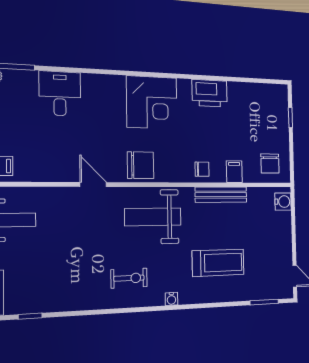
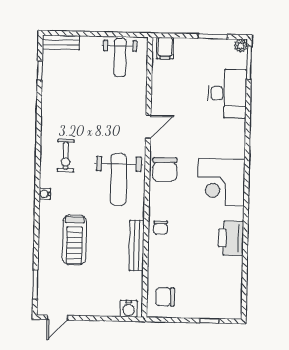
desk: (60, 94) -> (227, 94), width x1.37
filing cabinet: (234, 172) -> (158, 260), removed
weight bench: (153, 217) -> (118, 179), turned 180

